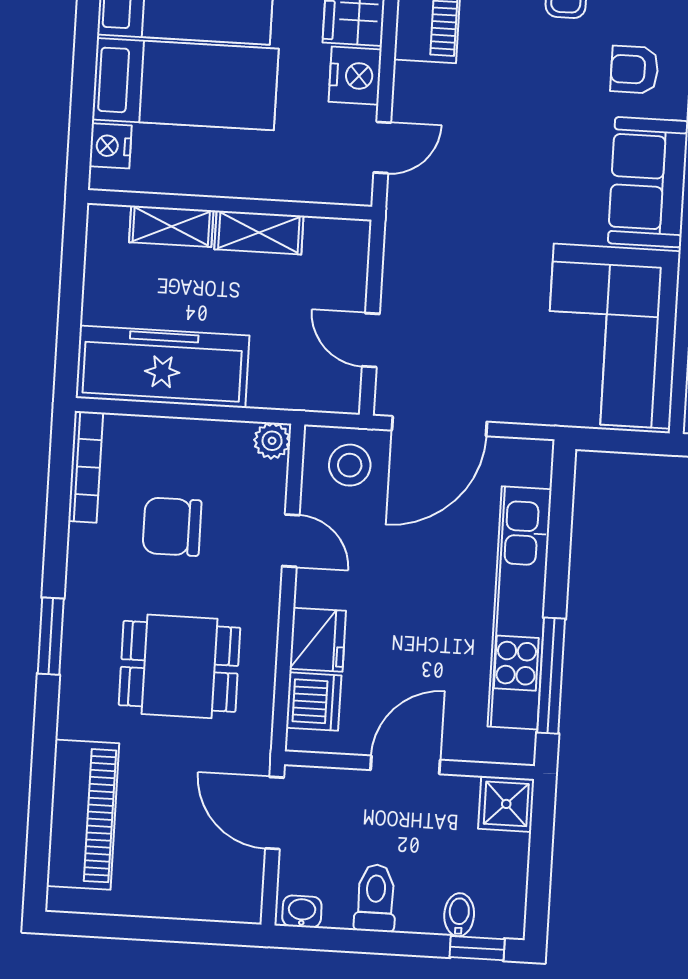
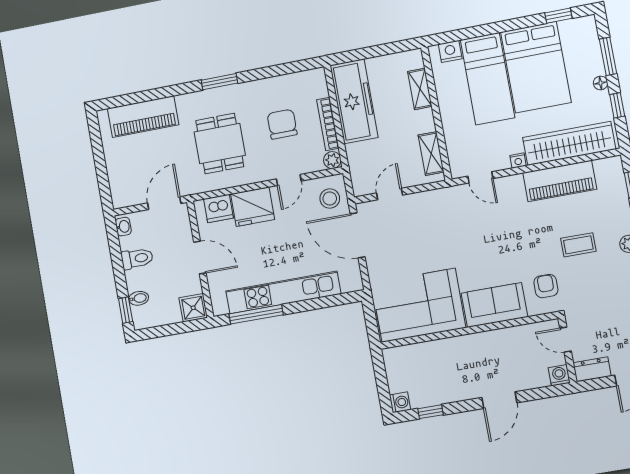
nightstand: (355, 76) -> (518, 161), width x0.53, depth x0.56
shelving: (259, 233) -> (431, 154), moved
bookcase: (86, 467) -> (328, 124), moved, turned 90
fridge: (318, 640) -> (253, 207), width x1.36, depth x1.34

